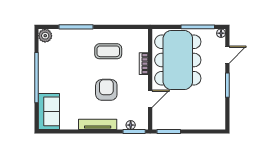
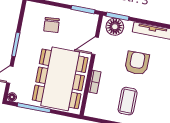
coffee table: (108, 51) -> (128, 101), turned 90
armchair: (106, 90) -> (137, 63), turned 180
chair: (196, 111) -> (52, 25), added
floor lamp: (131, 125) -> (115, 27), width x1.89, depth x1.89

